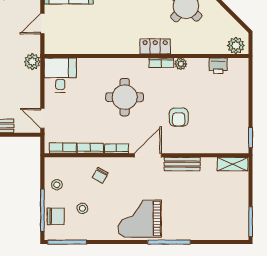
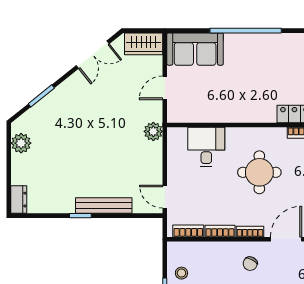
desk: (60, 75) -> (206, 147), moved
chair: (100, 175) -> (250, 264), moved

